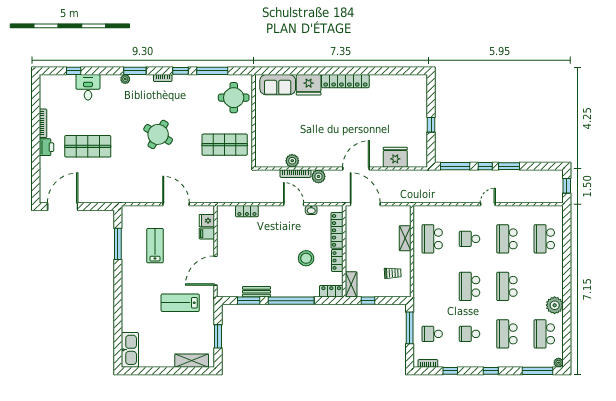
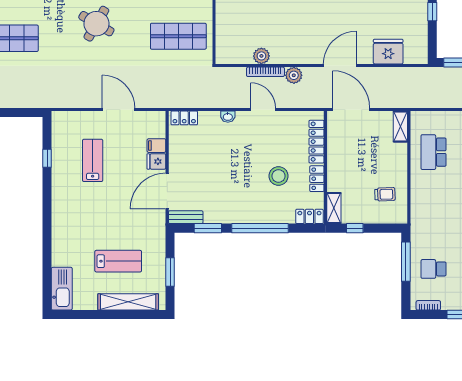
washbasin: (311, 210) -> (228, 117), moved
locker: (247, 211) -> (184, 118), moved
fridge: (207, 221) -> (156, 161), moved
shelving: (405, 238) -> (400, 127), moved
window: (118, 244) -> (47, 158), width x0.46
bench: (256, 292) -> (186, 217), moved
lab bench: (180, 303) -> (118, 261), moved, turned 180
shelving: (192, 361) -> (128, 302), width x1.47

